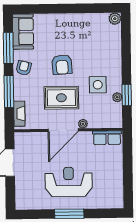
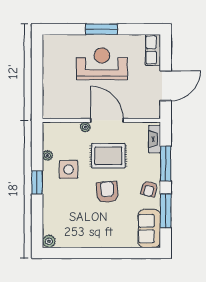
window: (127, 95) -> (37, 182), moved
door: (63, 130) -> (107, 120), hinge flipped
row of seats: (107, 138) -> (153, 50), moved, turned -90
reception desk: (69, 182) -> (102, 64), turned 180

